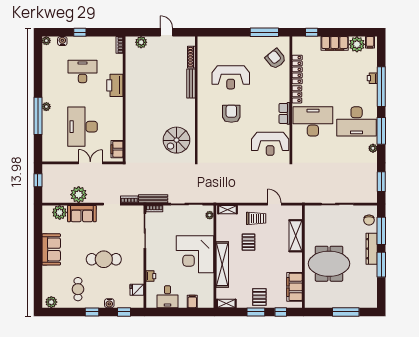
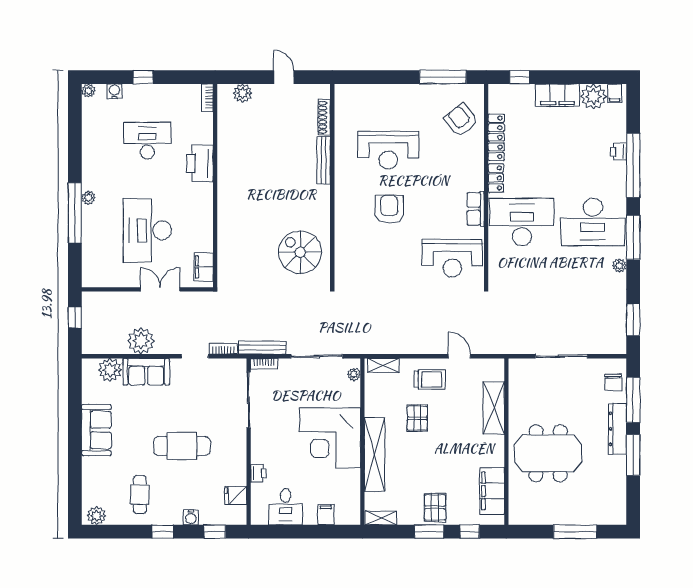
spiral stairs: (177, 140) -> (300, 252), turned 90

